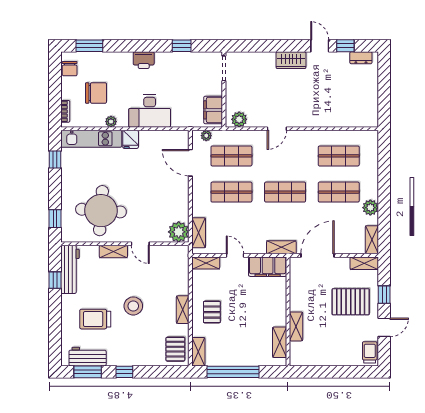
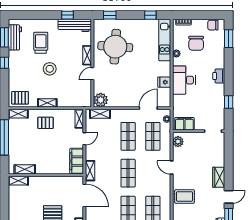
rug: (319, 110) -> (185, 196), added
fridge: (131, 139) -> (164, 82), moved
shelving: (296, 326) -> (18, 181), moved

